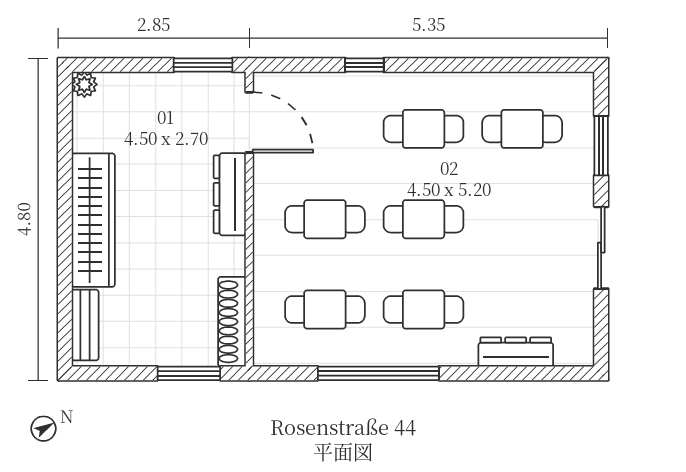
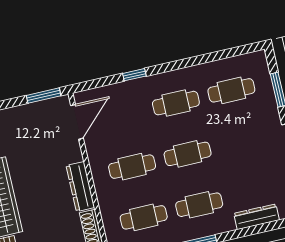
door: (249, 122) -> (77, 122), hinge flipped
dresser: (230, 194) -> (80, 187), moved

